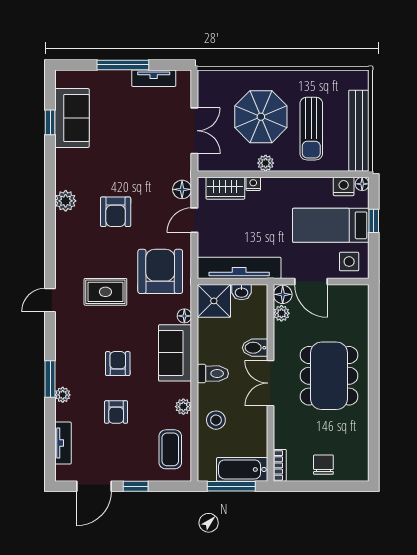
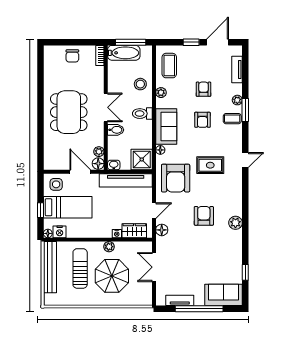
window: (123, 65) -> (199, 309), width x1.46
sofa: (72, 118) -> (224, 295), moved, turned 90
washbasin: (242, 292) -> (114, 165), moved
coffee table: (71, 365) -> (232, 119), added

